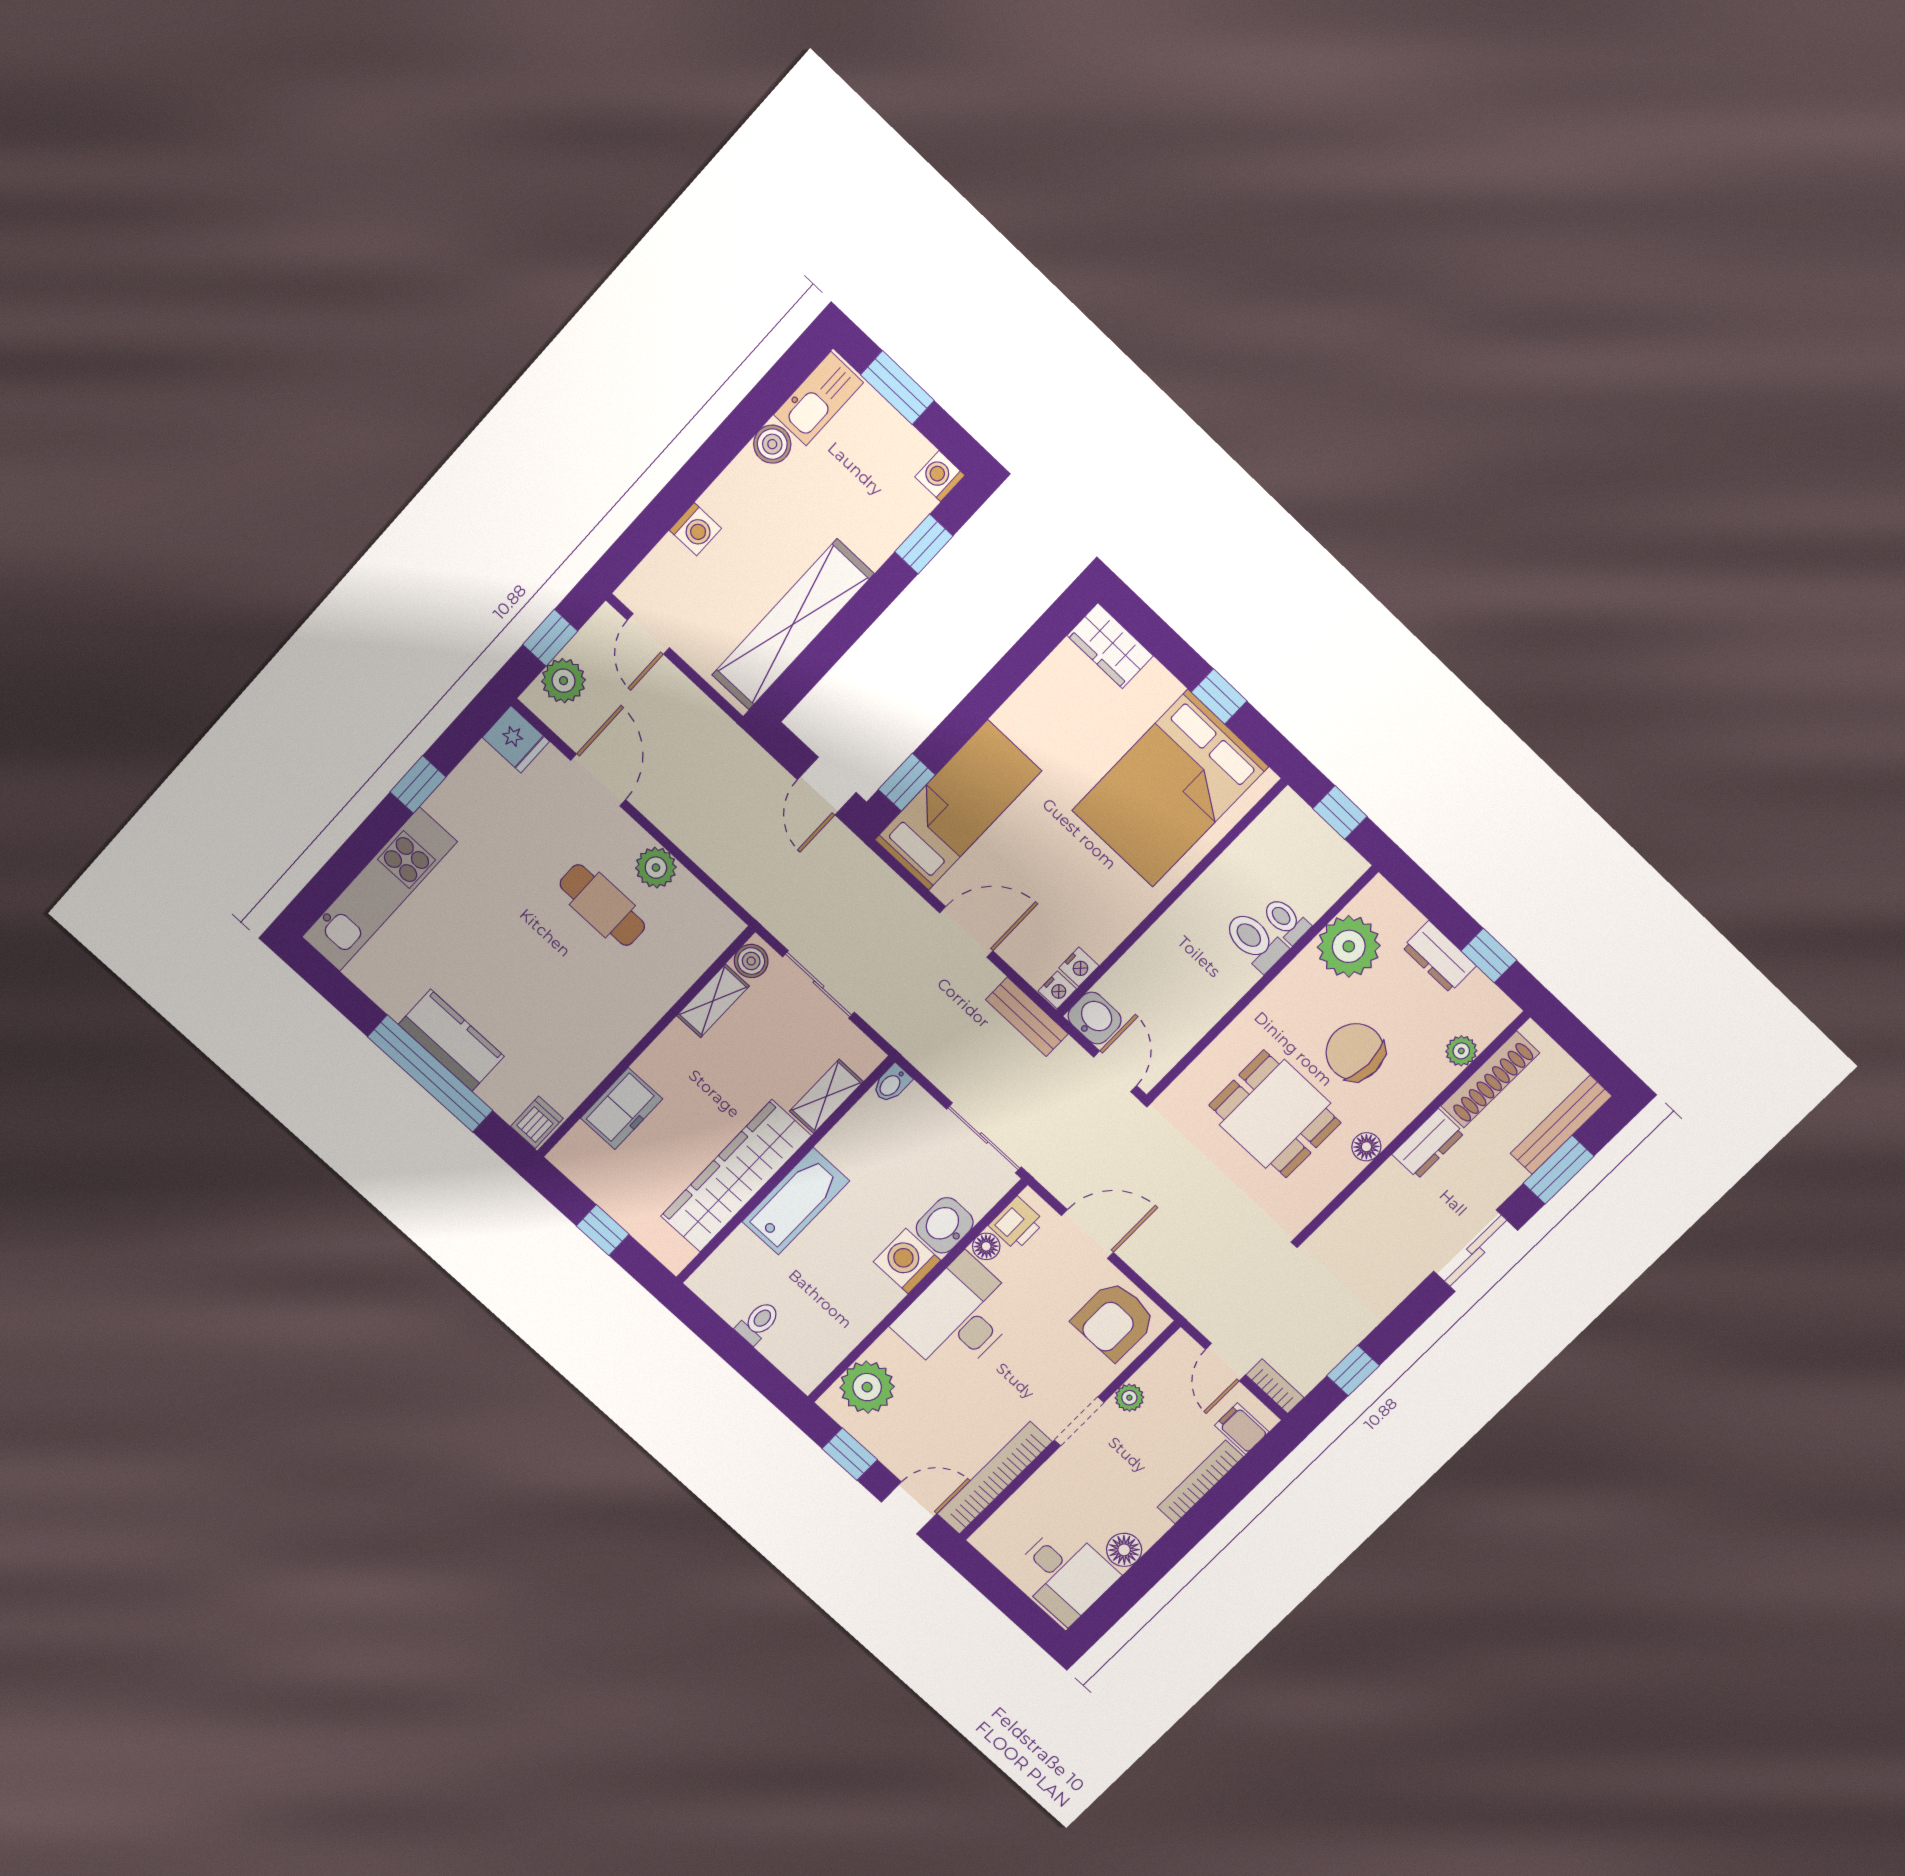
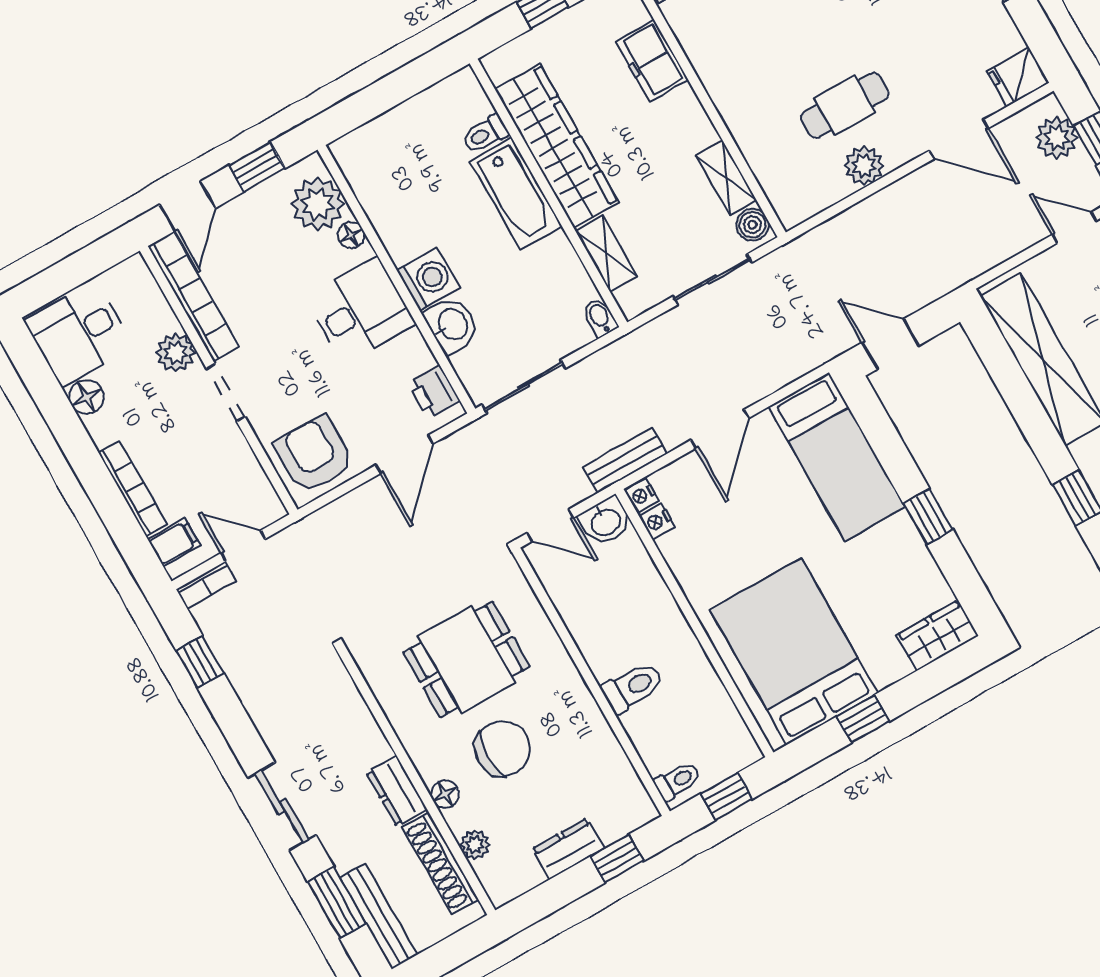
window: (907, 782) -> (928, 517), moved
toilet: (1286, 920) -> (677, 781), moved
plant: (1349, 946) -> (602, 770), removed
window: (1489, 955) -> (617, 859), moved
floor lamp: (1366, 1147) -> (445, 794), moved
floor lamp: (986, 1246) -> (351, 235), moved
desk: (958, 1317) -> (360, 311), width x0.73
toilet: (758, 1323) -> (485, 134), moved, turned 90
plant: (1129, 1398) -> (176, 353), moved, width x1.38, depth x1.38

